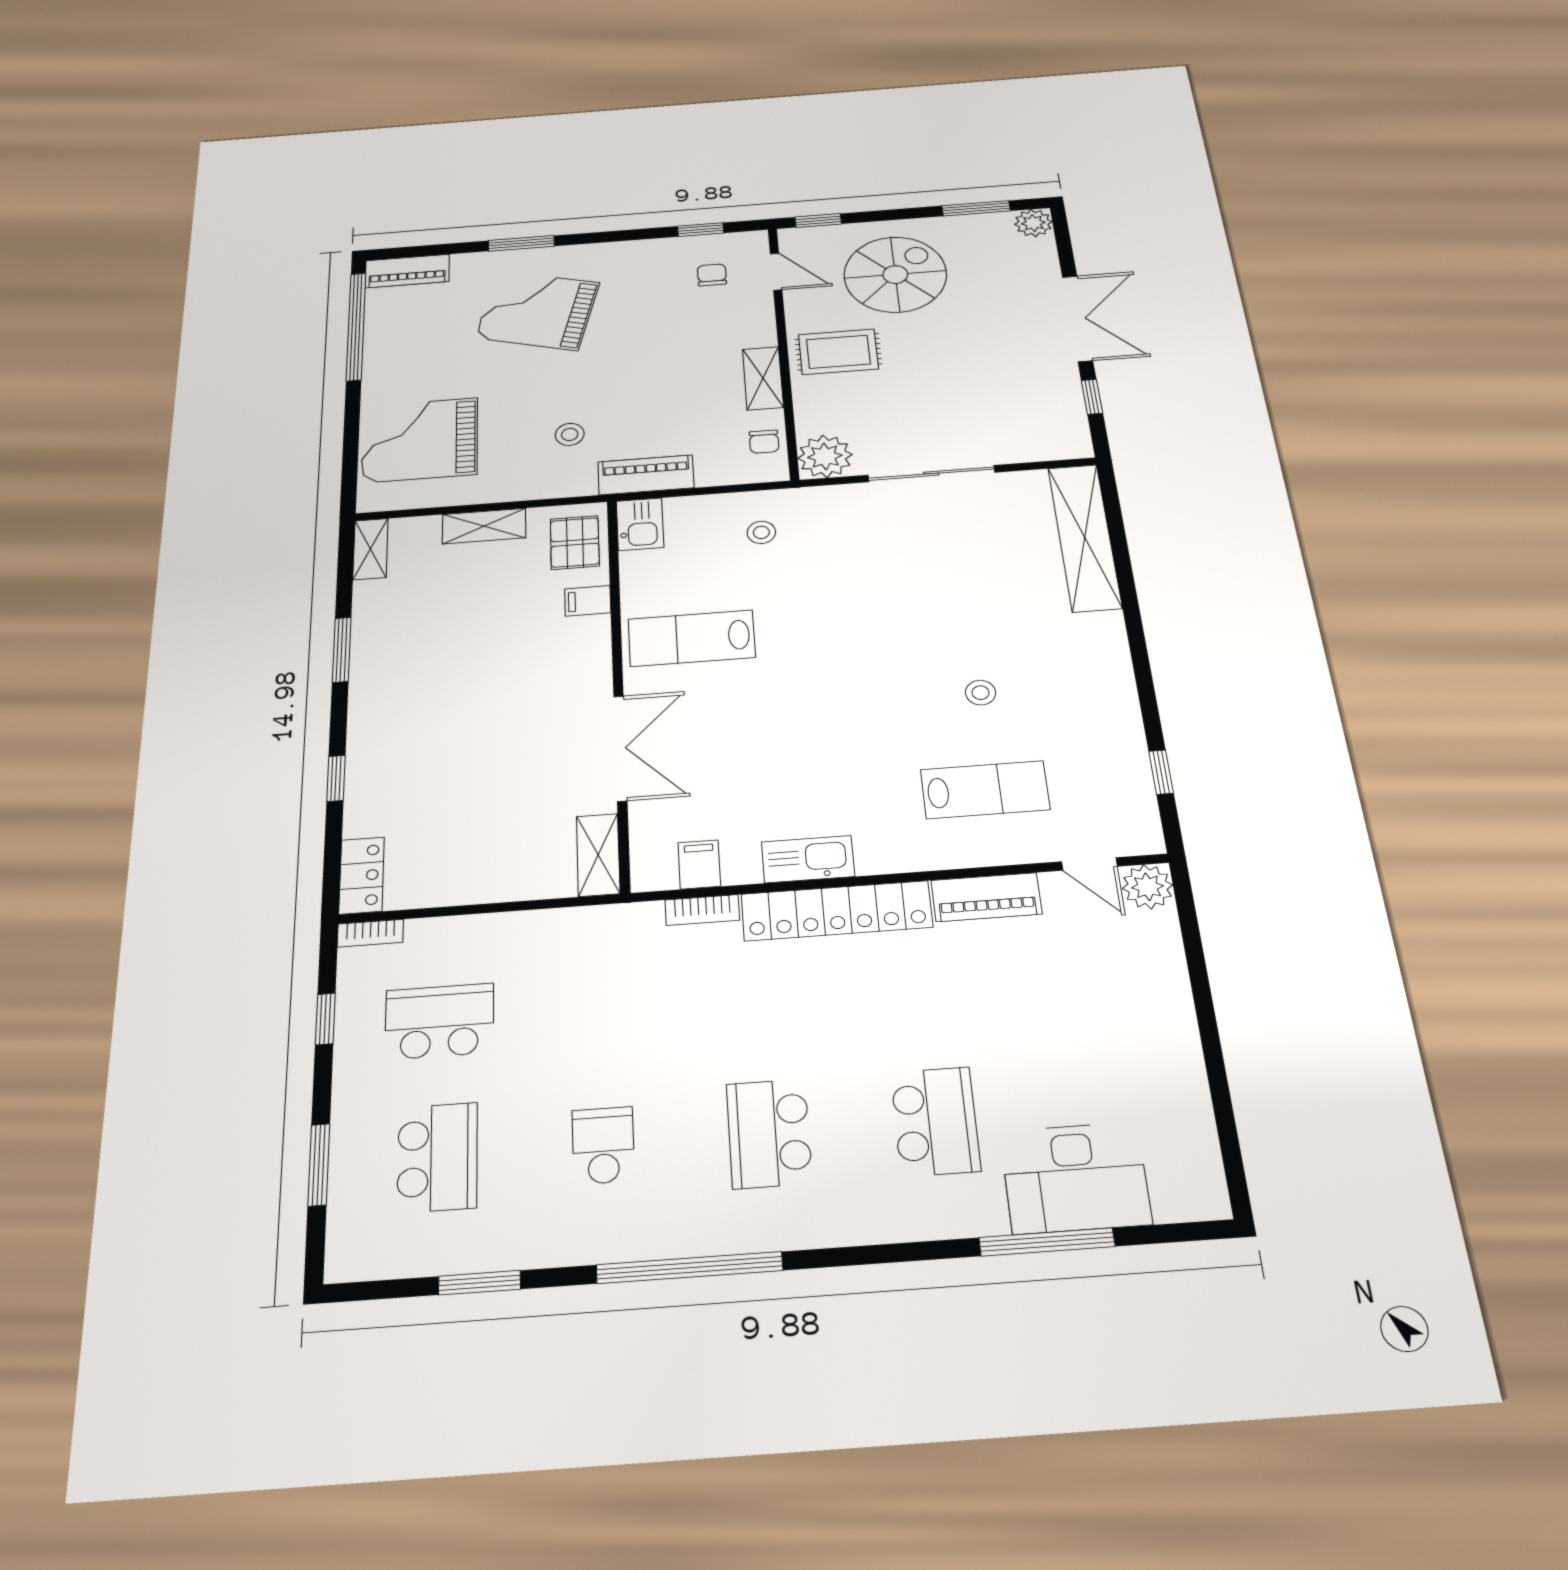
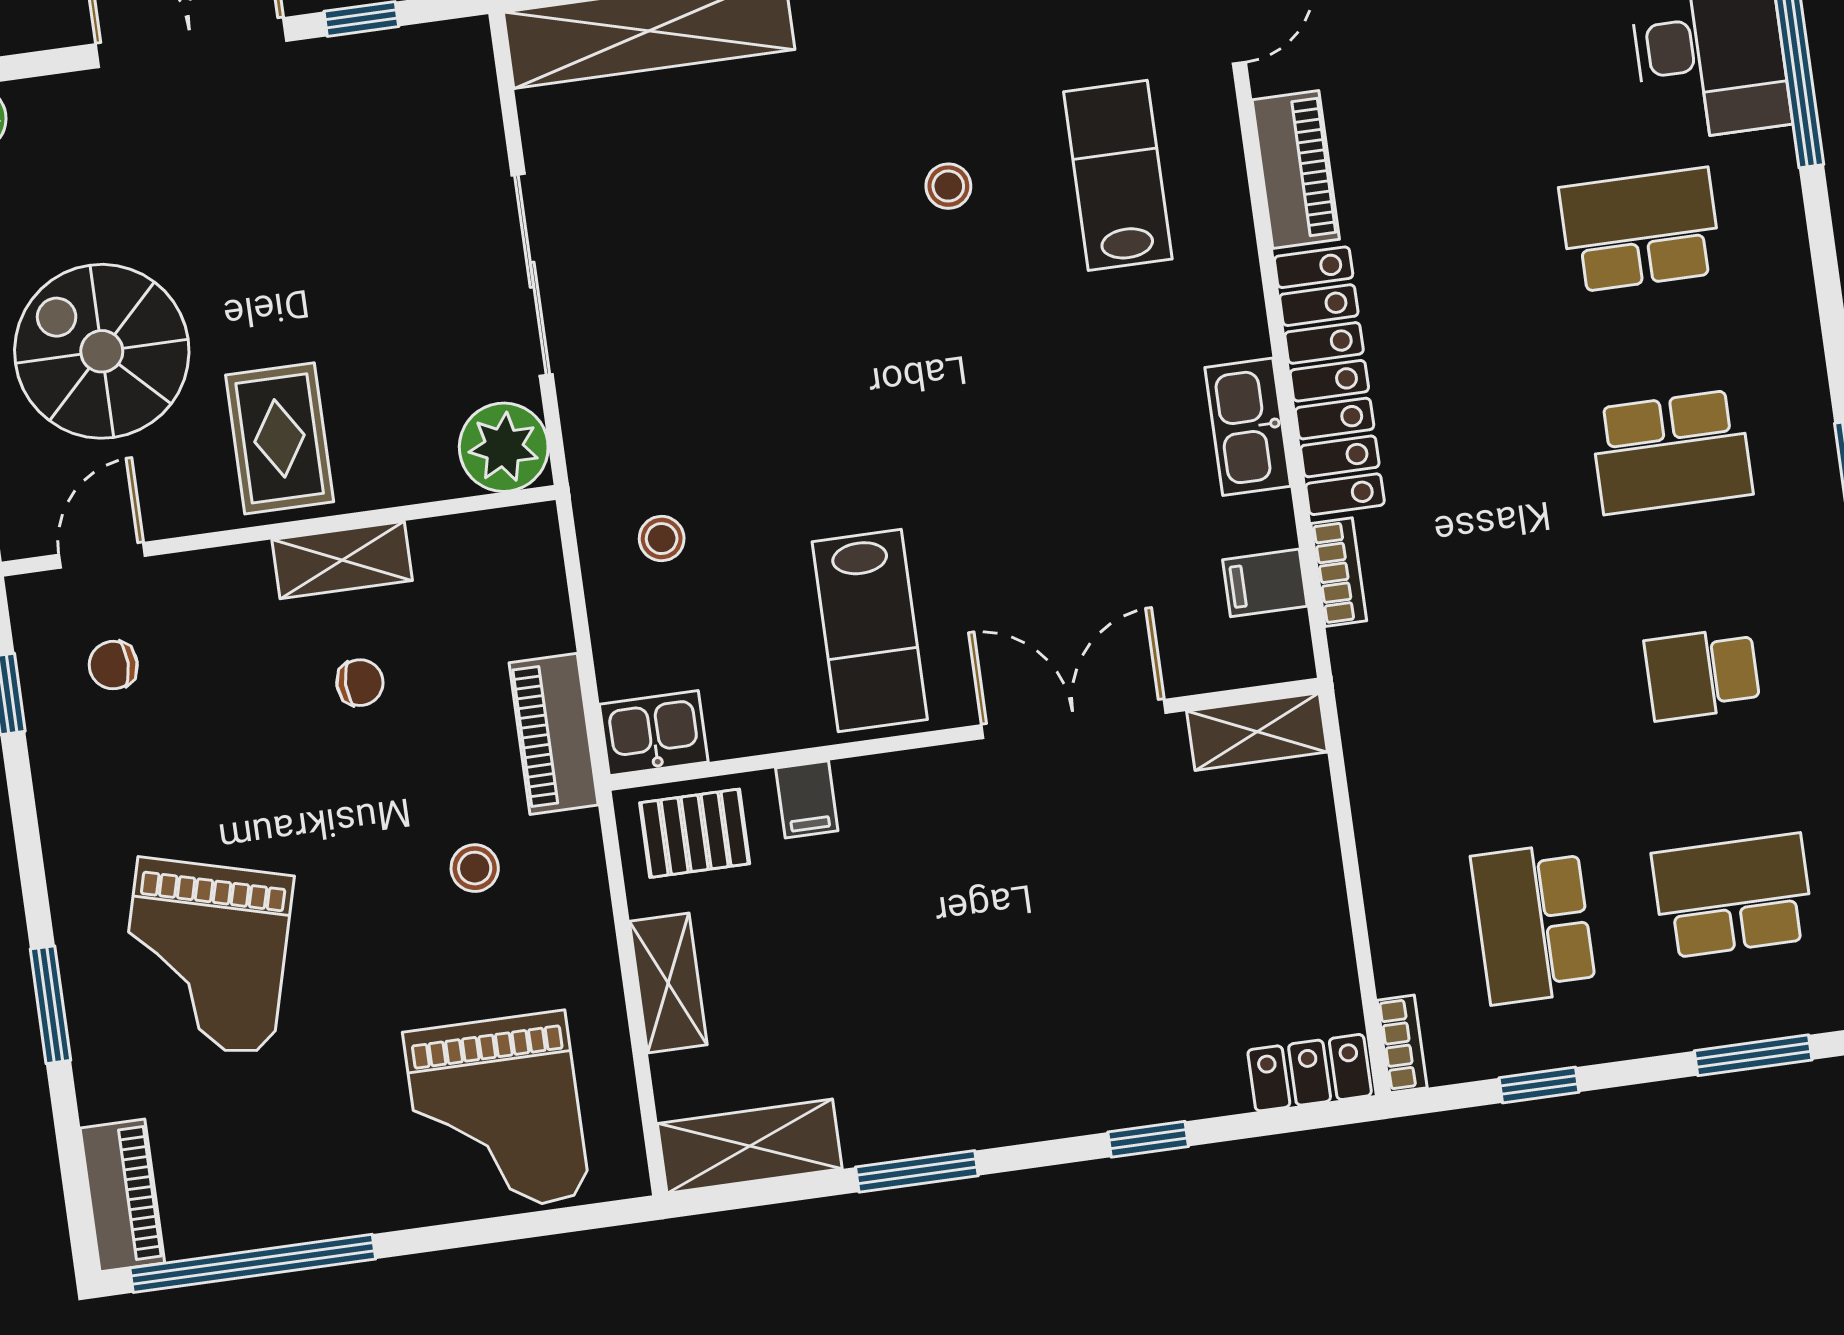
chair: (764, 442) -> (360, 683), moved
shelving: (370, 549) -> (750, 1146), width x1.50, depth x1.33

